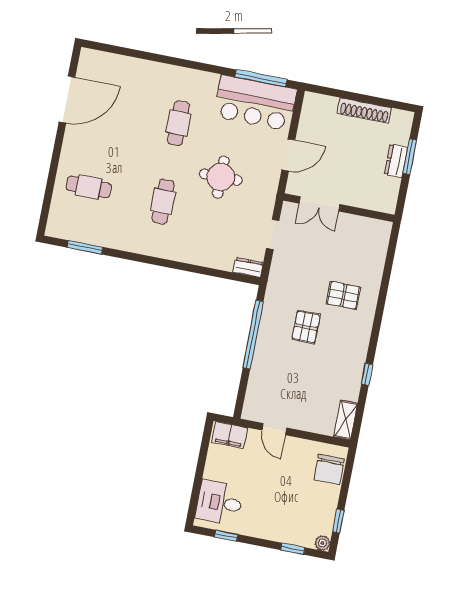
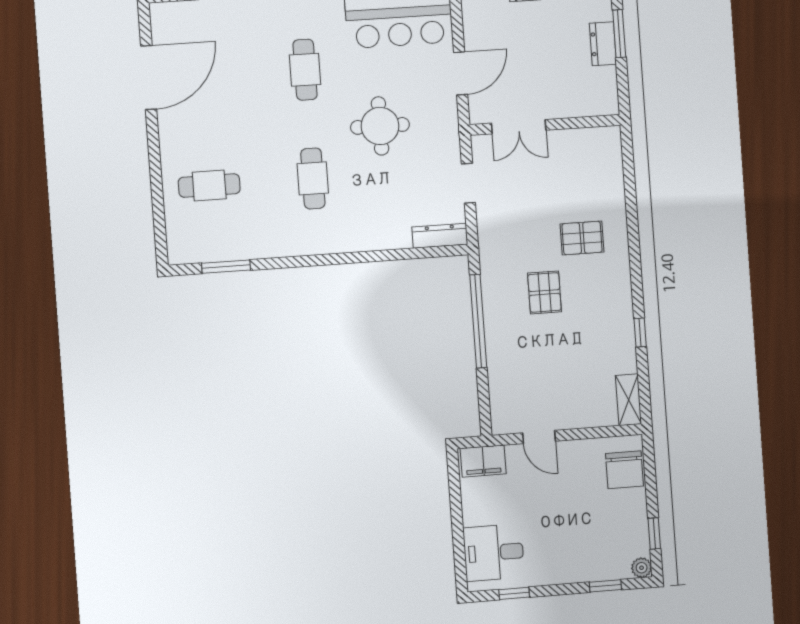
dresser: (248, 268) -> (440, 236), width x1.44

